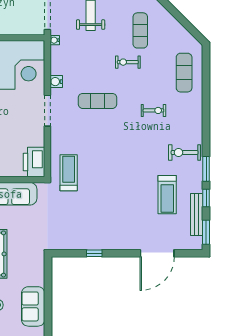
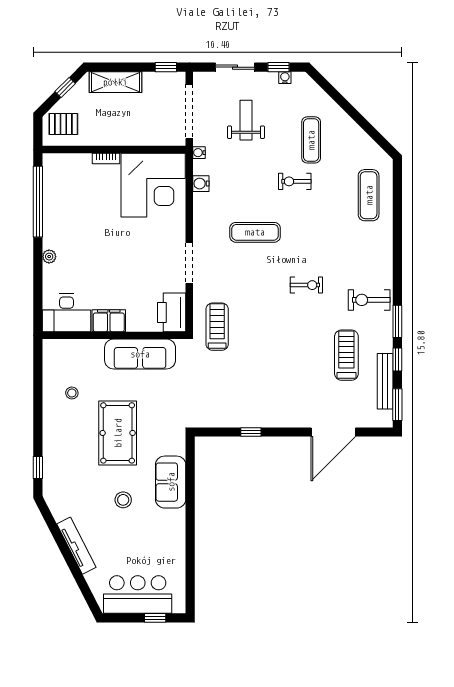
water cooler: (56, 82) -> (201, 184), moved
exercise bike: (153, 110) -> (306, 285), moved
doorway: (47, 111) -> (189, 263), moved
treadmill: (167, 195) -> (346, 355), turned 180
sofa: (33, 306) -> (171, 482), moved

